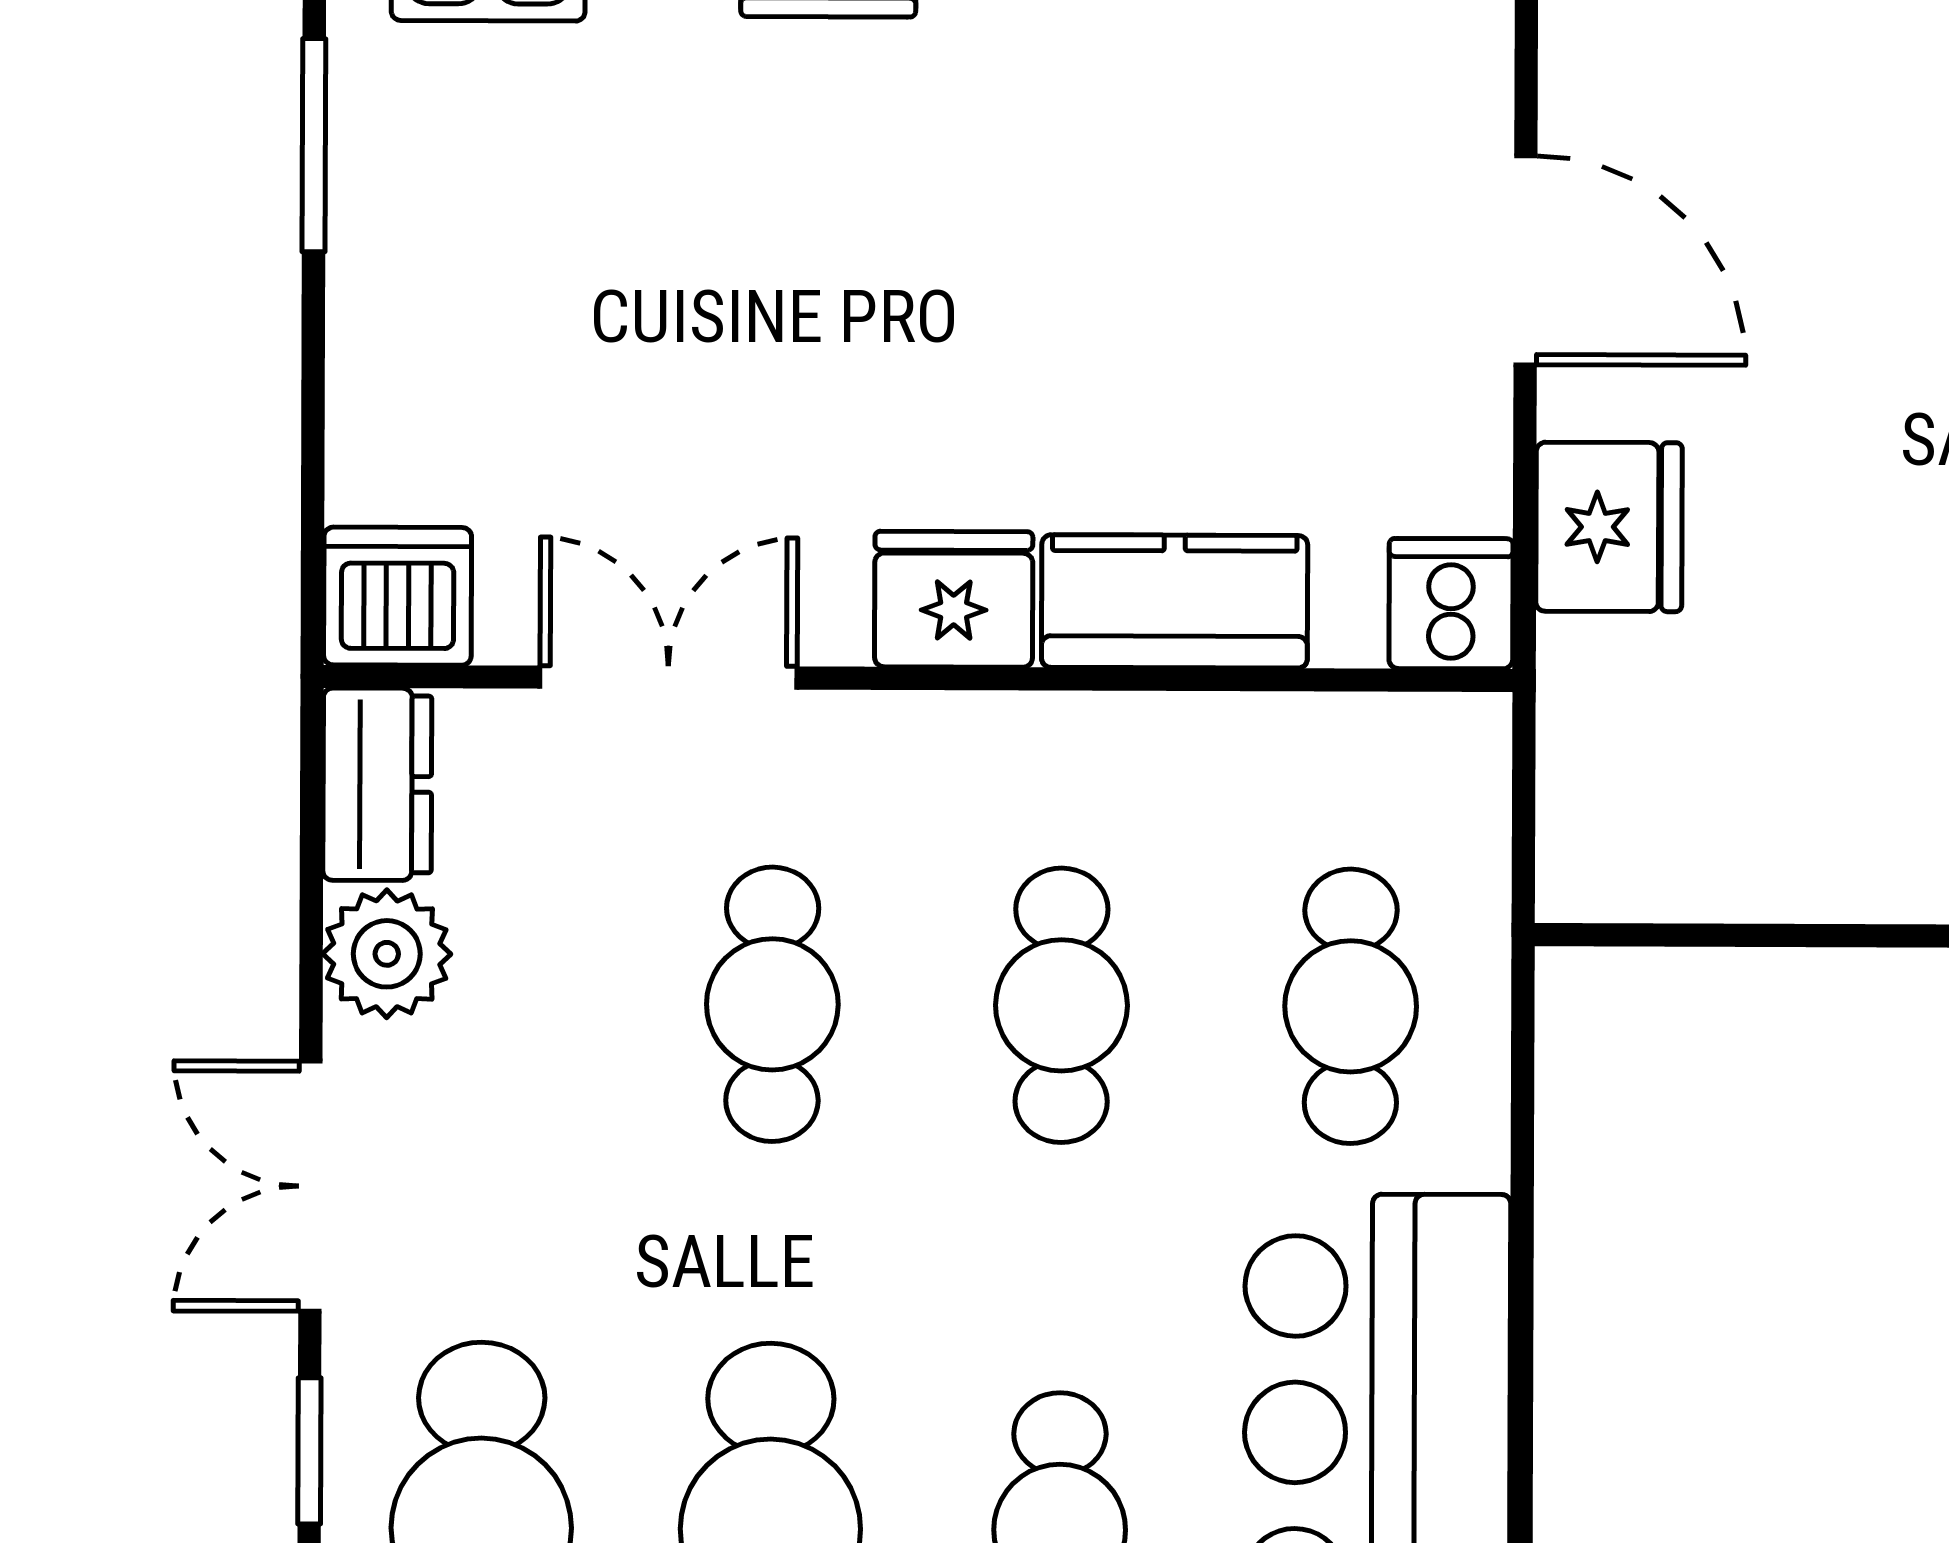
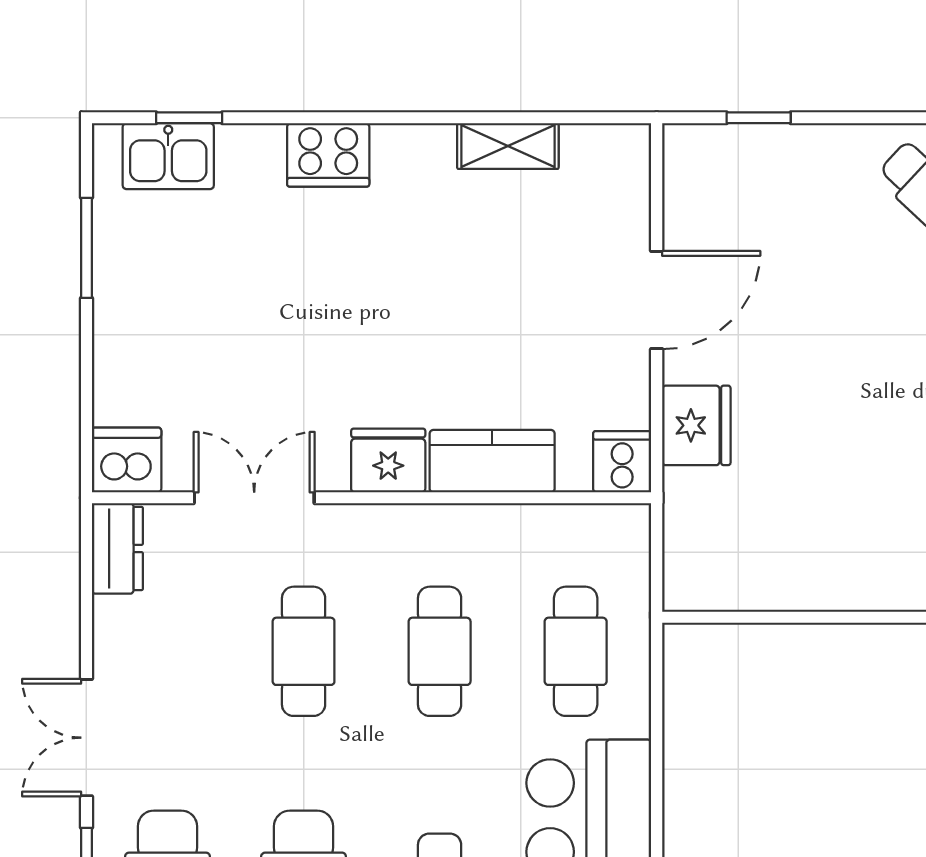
door: (1525, 260) -> (657, 300), hinge flipped
plant: (387, 954) -> (122, 628), removed

